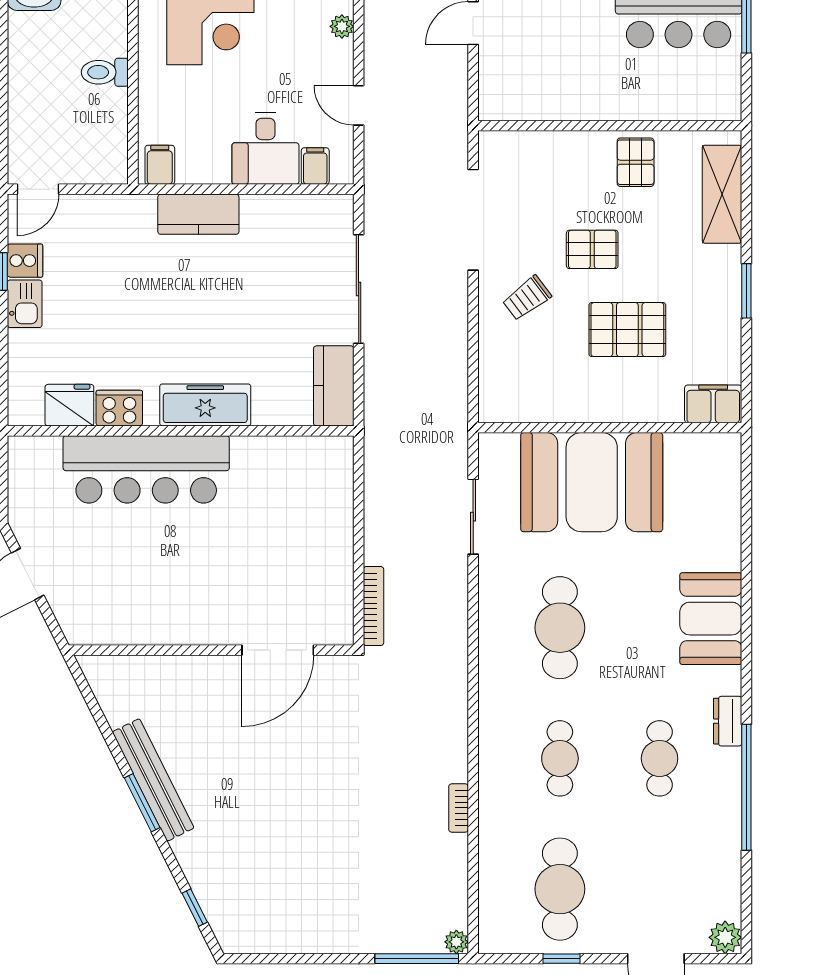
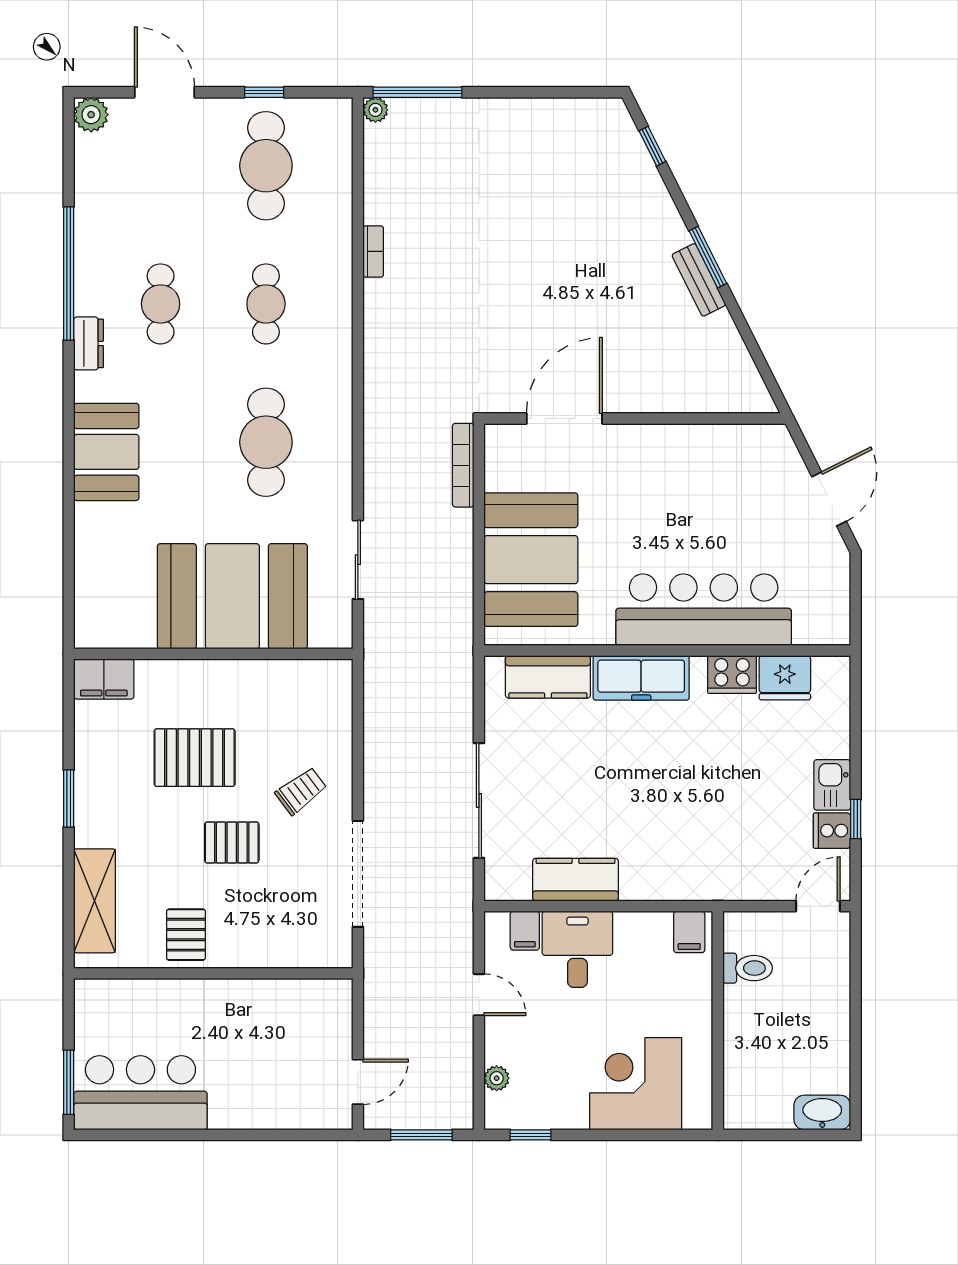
toilet: (105, 72) -> (748, 968), moved
kitchen counter: (198, 214) -> (576, 880), moved
kitchen counter: (334, 386) -> (548, 677), moved, turned 90
booth: (309, 517) -> (531, 560), added
bench: (153, 780) -> (699, 280), width x0.54, depth x0.82

